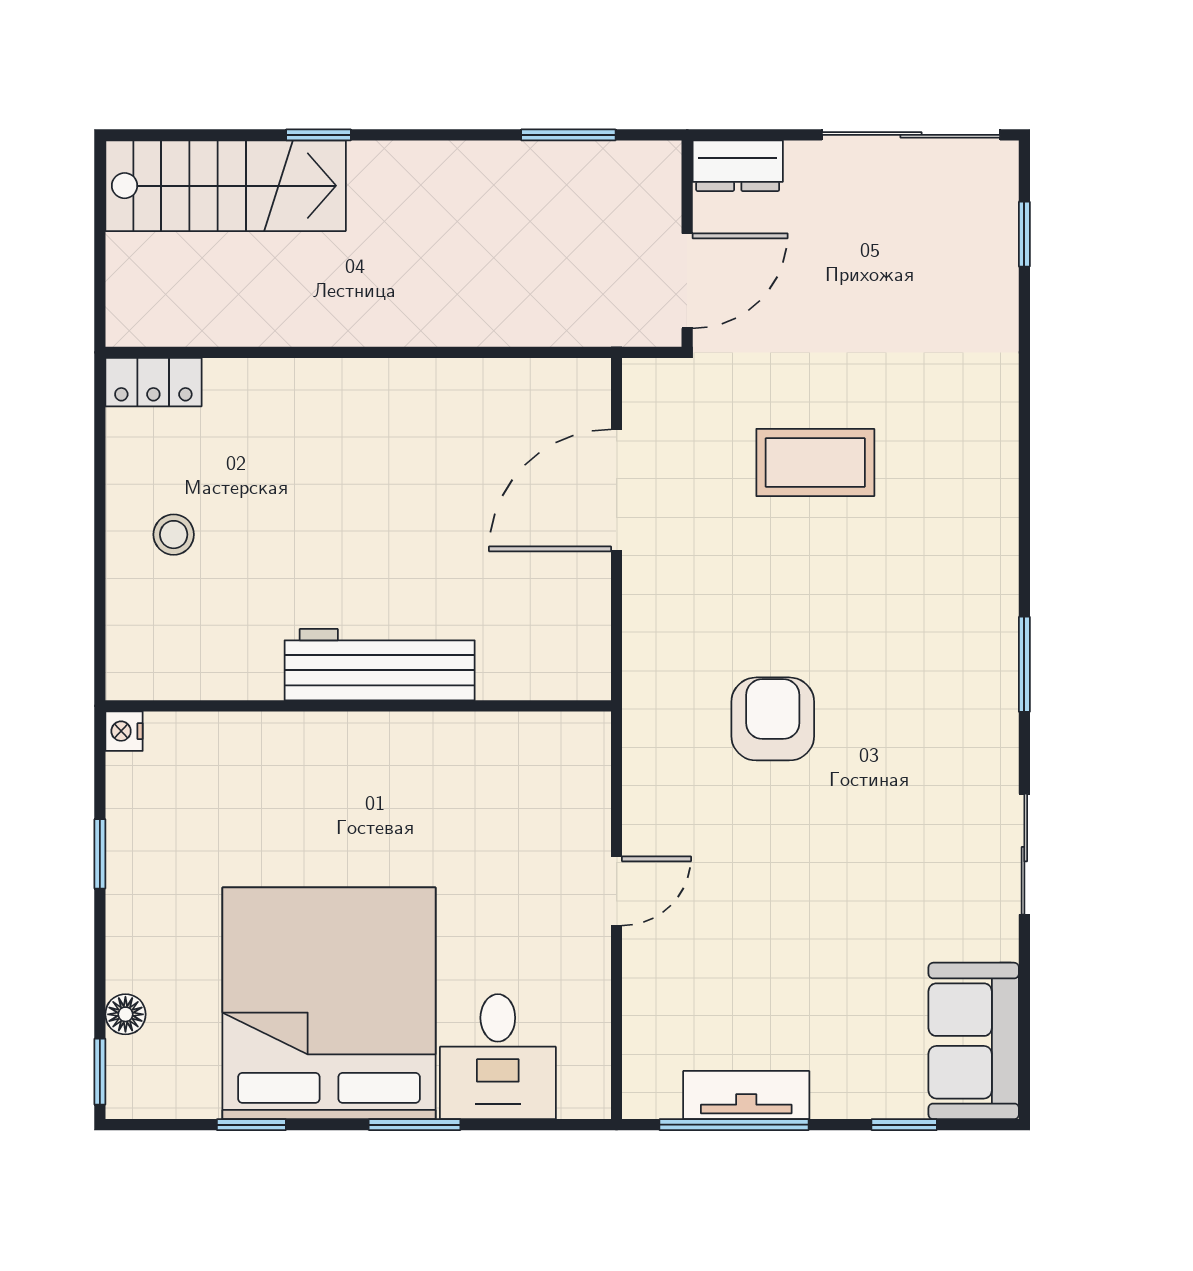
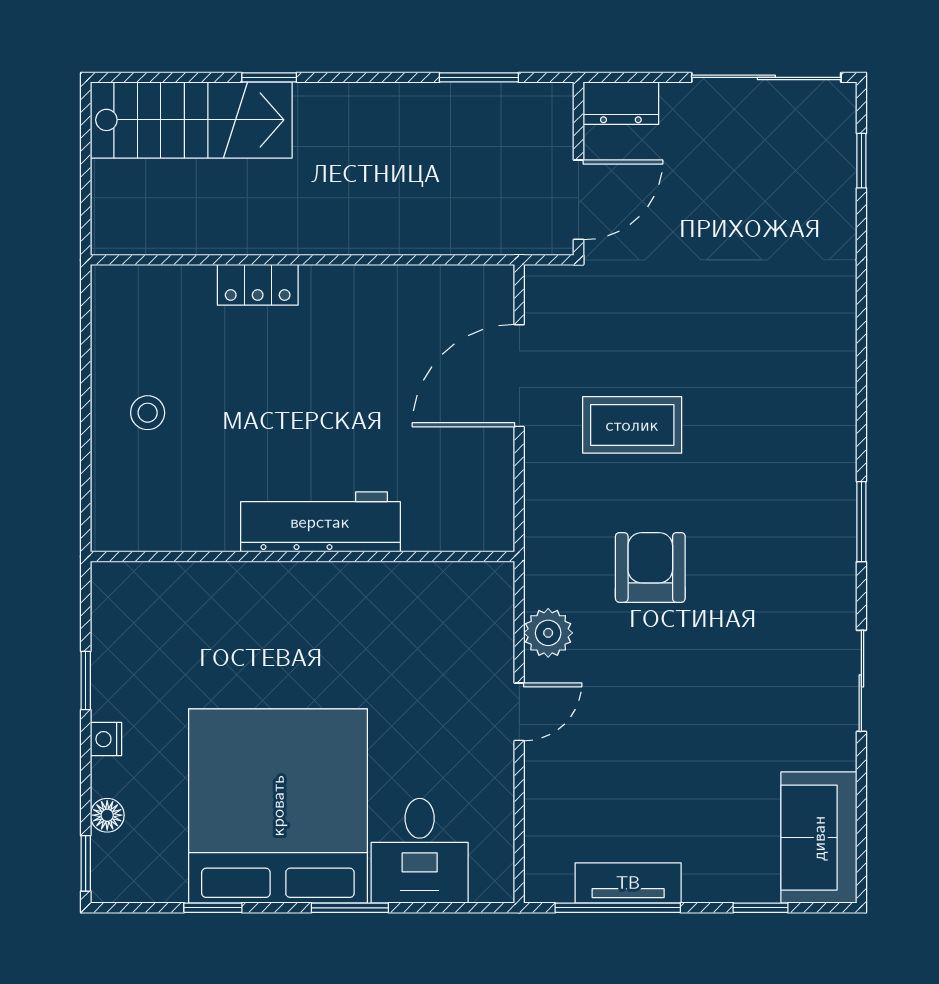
locker: (153, 382) -> (258, 285), moved
coffee table: (815, 462) -> (632, 425), moved
nightstand: (124, 731) -> (106, 739), moved
plant: (651, 797) -> (548, 633), added

